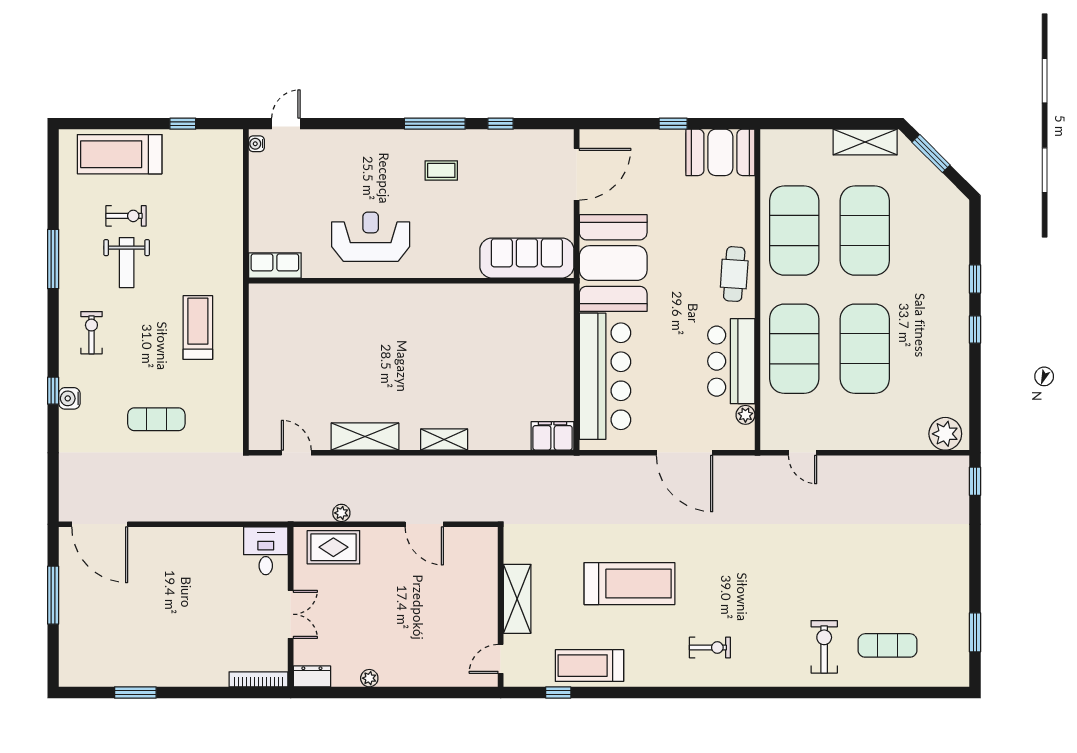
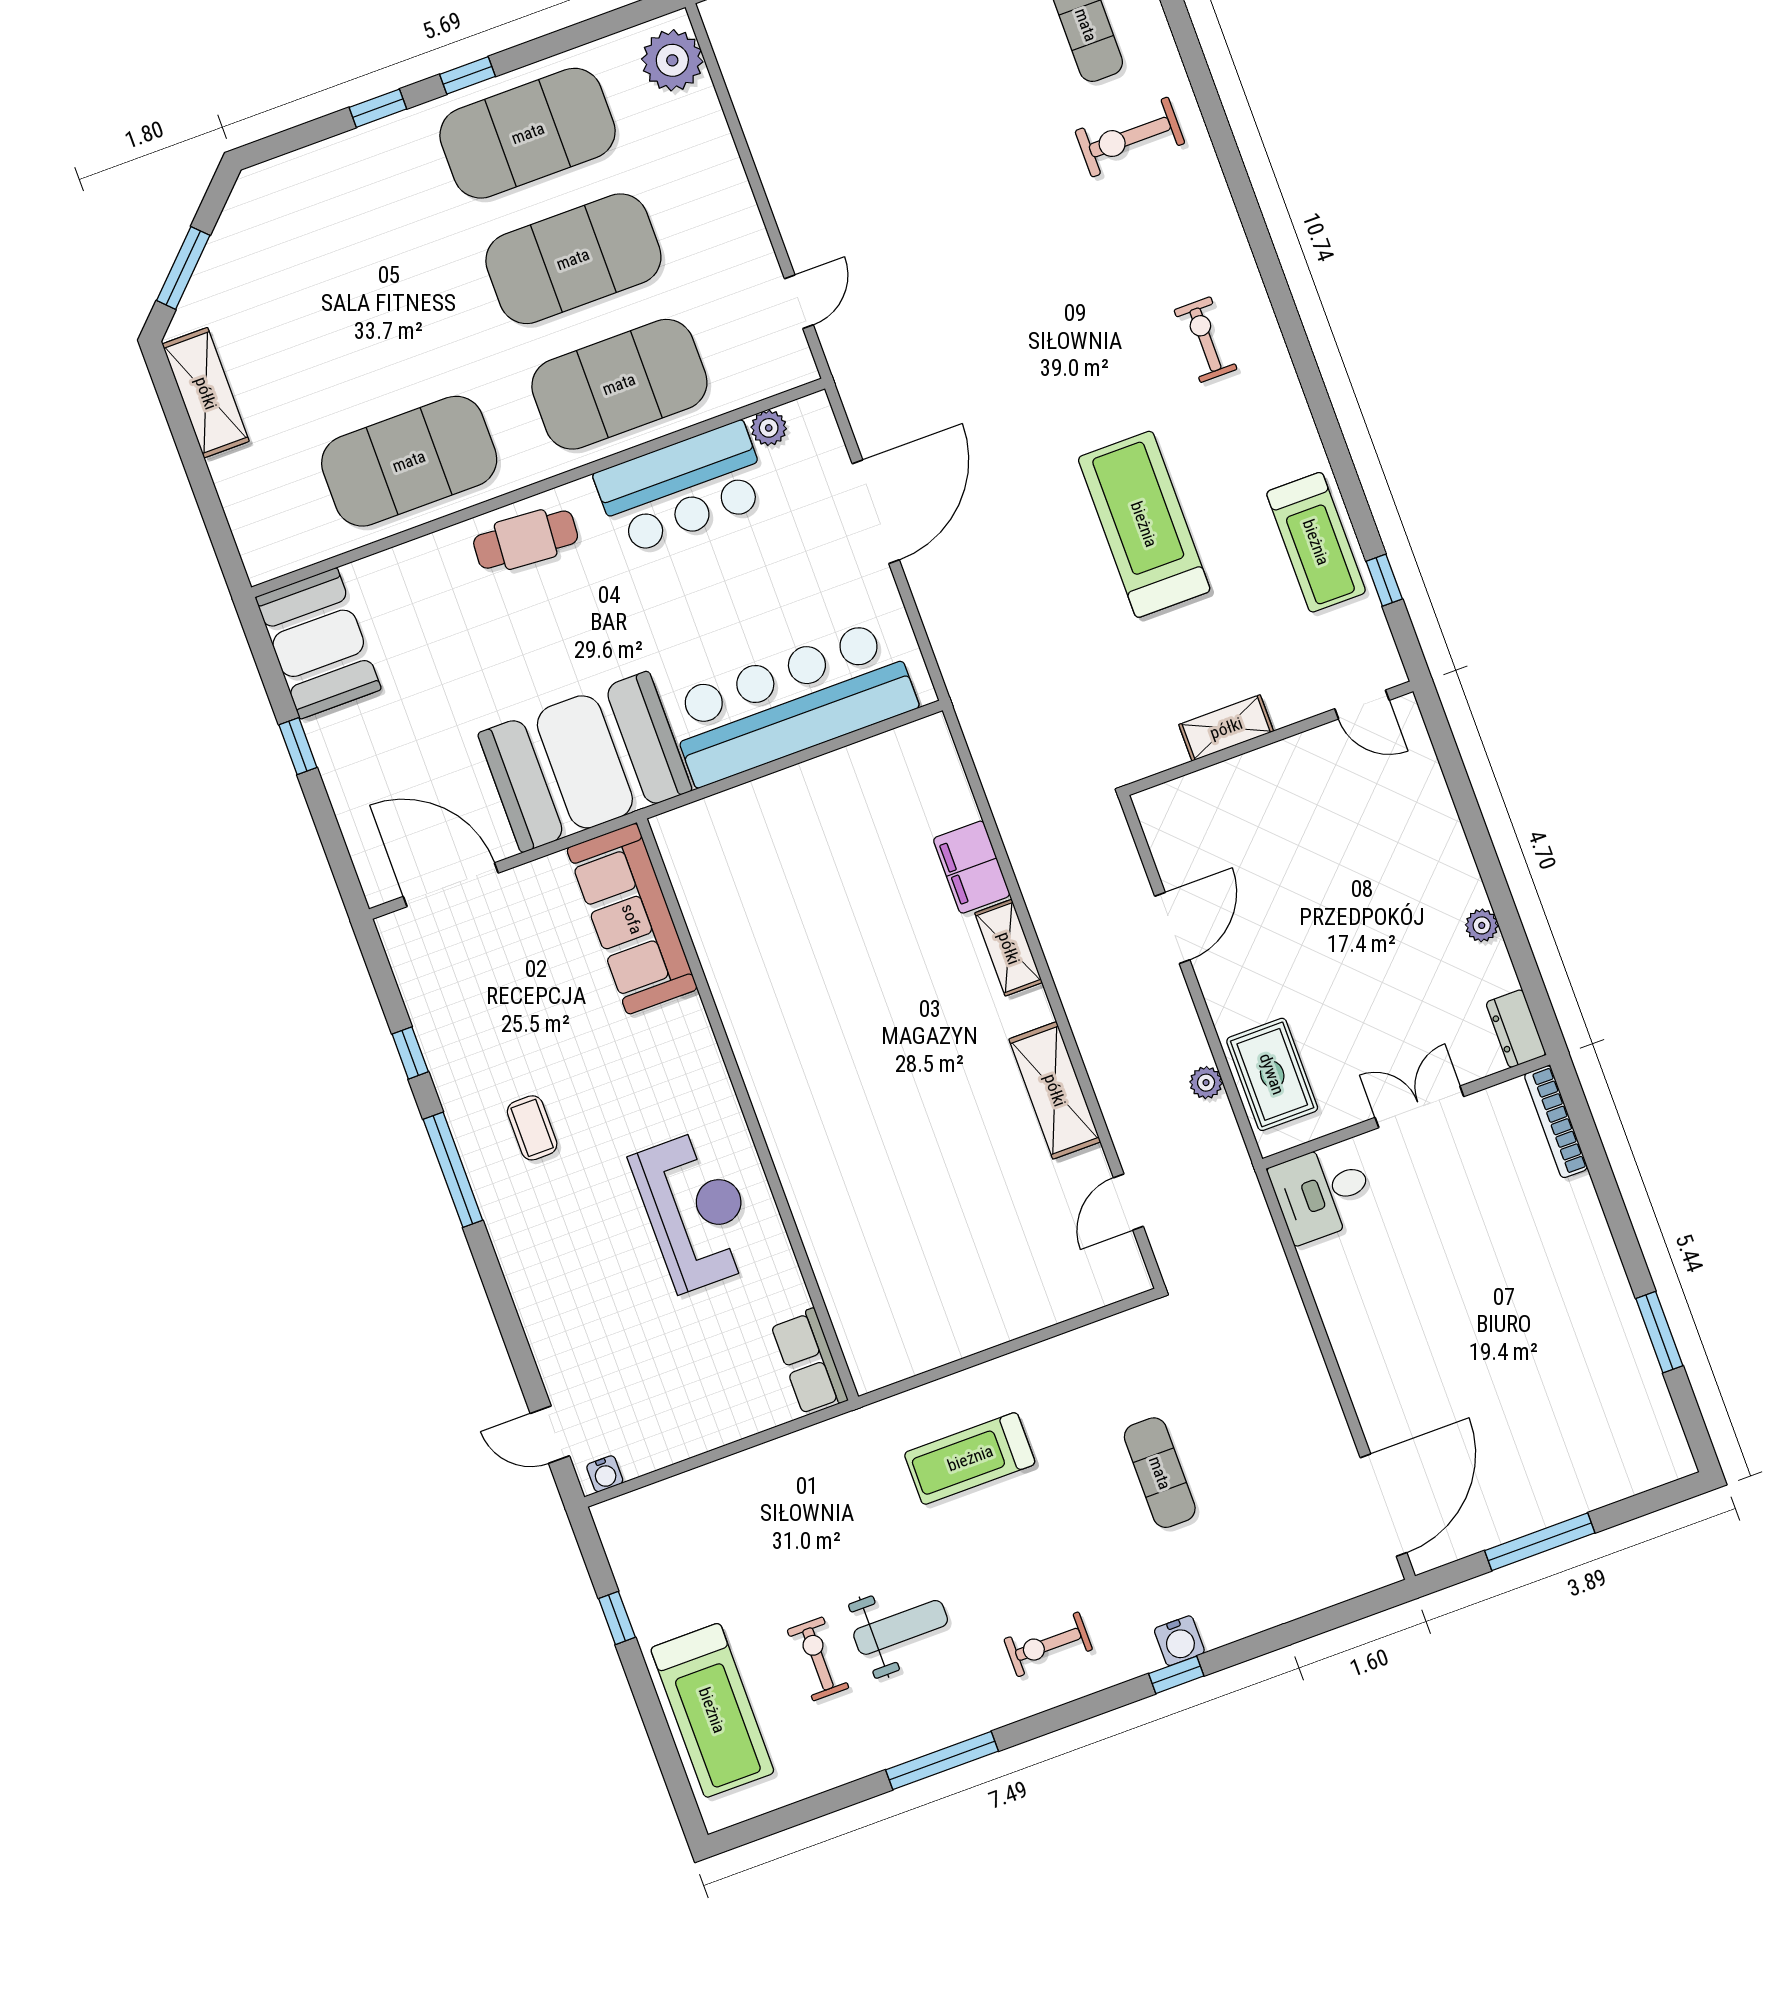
exercise mat: (865, 231) -> (528, 133), moved
reception desk: (371, 237) -> (696, 1210), turned 180
filing cabinet: (553, 436) -> (972, 867), moved
shelving: (517, 599) -> (1226, 728), width x0.67, depth x0.75

